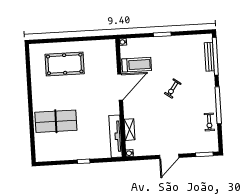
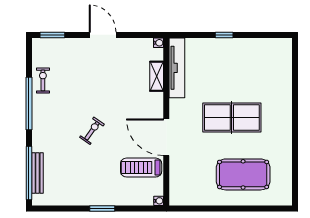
door: (120, 87) -> (166, 137), hinge flipped
table tennis table: (56, 121) -> (232, 117), moved
door: (169, 156) -> (103, 35), hinge flipped

